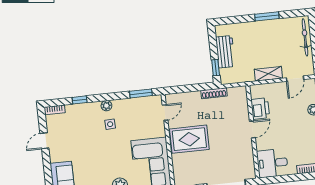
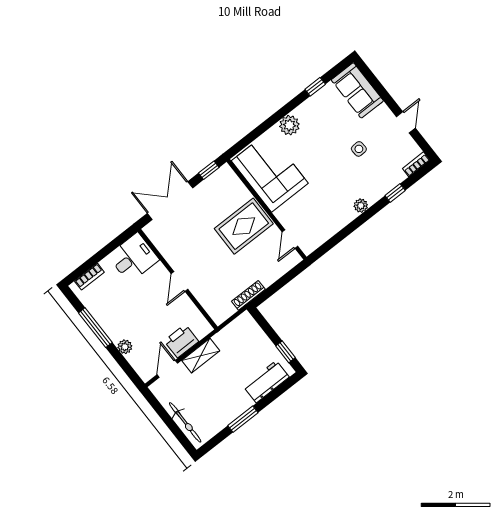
workbench: (225, 52) -> (266, 382), moved, turned 90
window: (216, 68) -> (285, 352), moved
window: (141, 93) -> (331, 244), removed
printer: (260, 109) -> (181, 341), moved, turned 90
side table: (110, 124) -> (359, 149), moved

